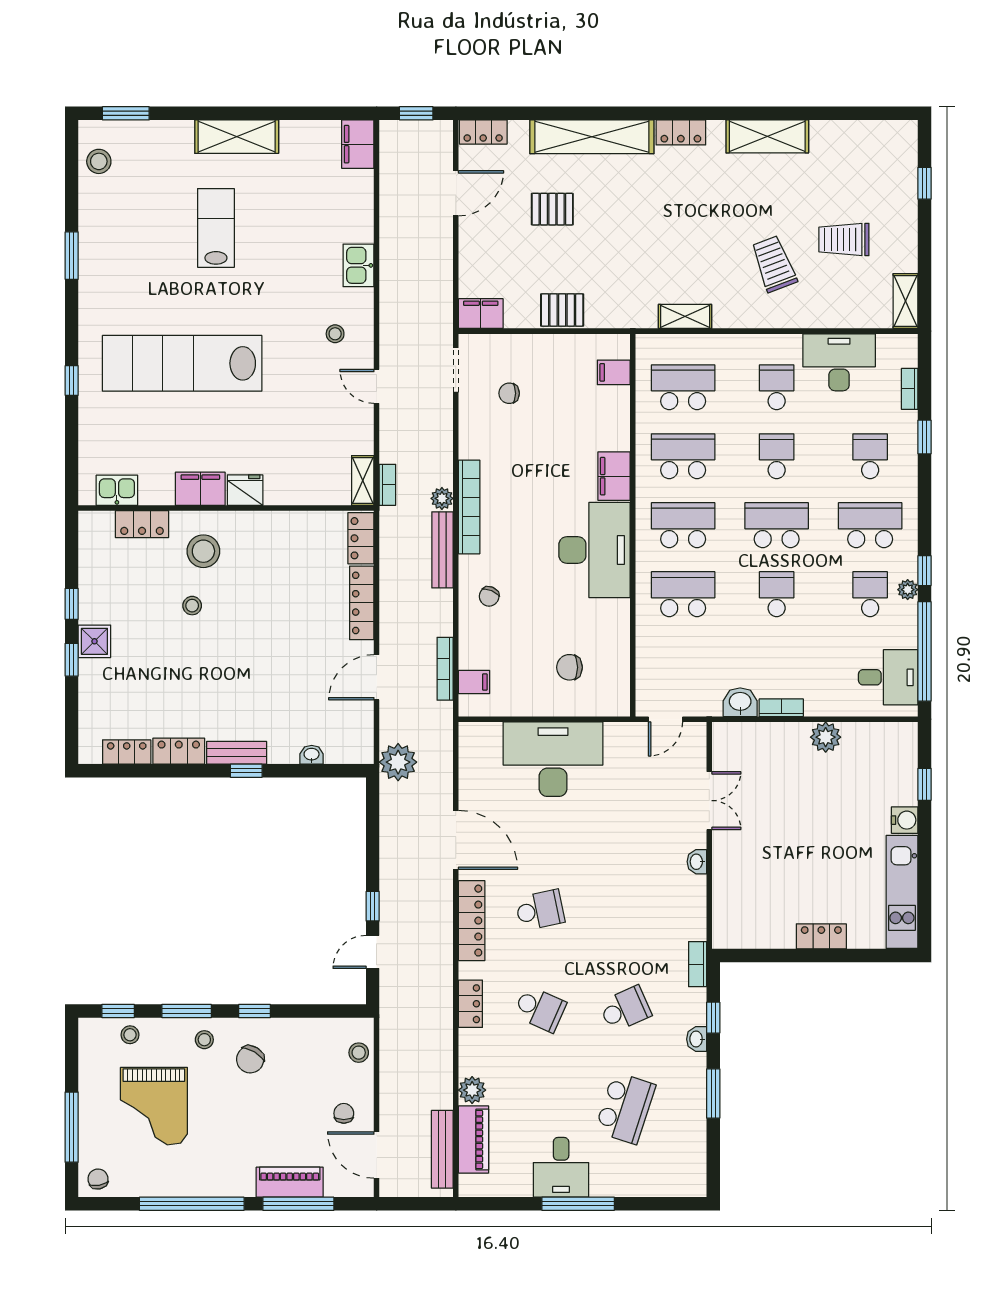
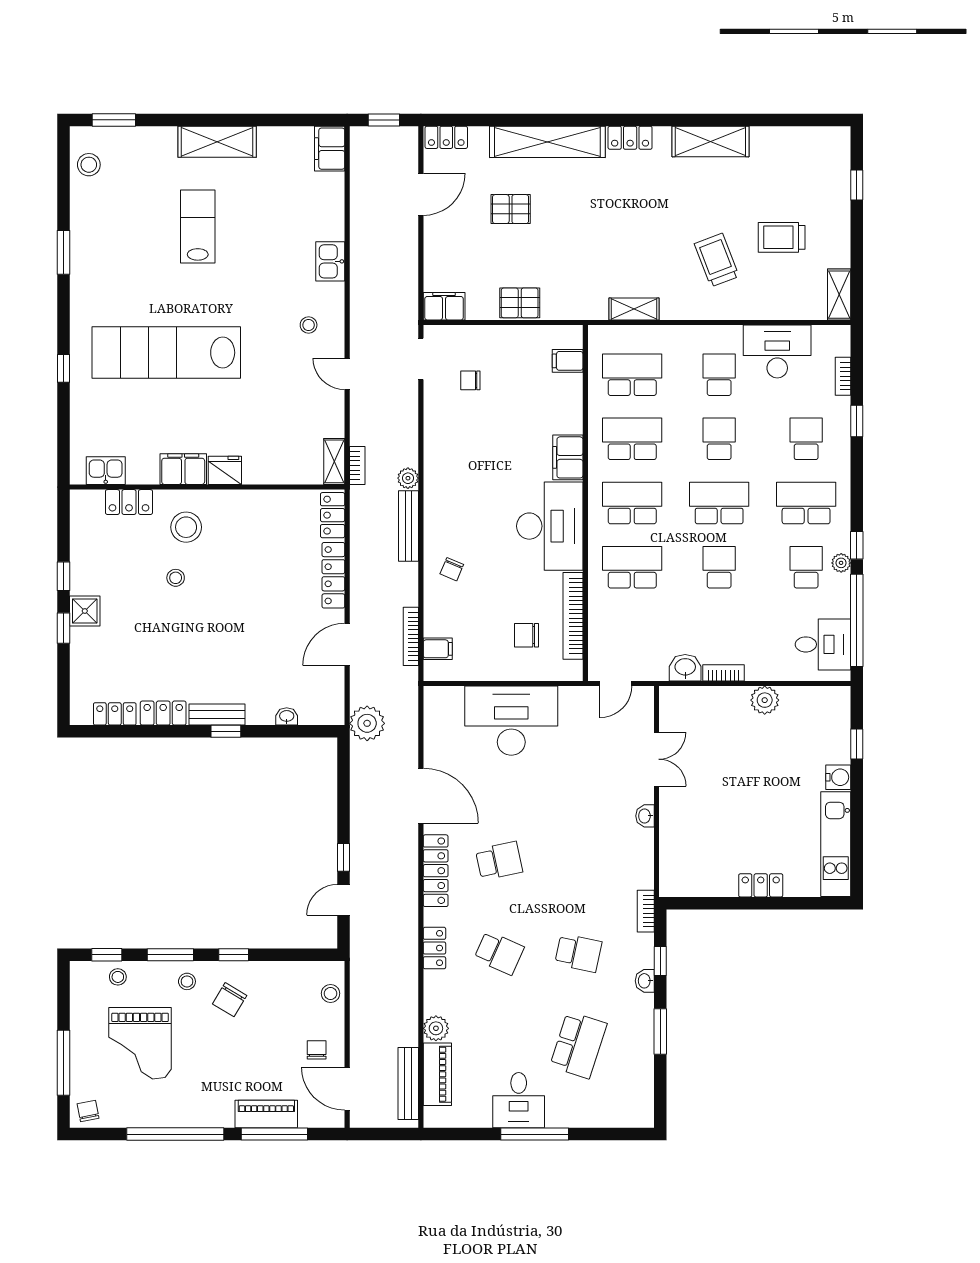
bookcase: (469, 507) -> (573, 616), moved, turned 180
school desk: (625, 1009) -> (578, 953), turned 36

